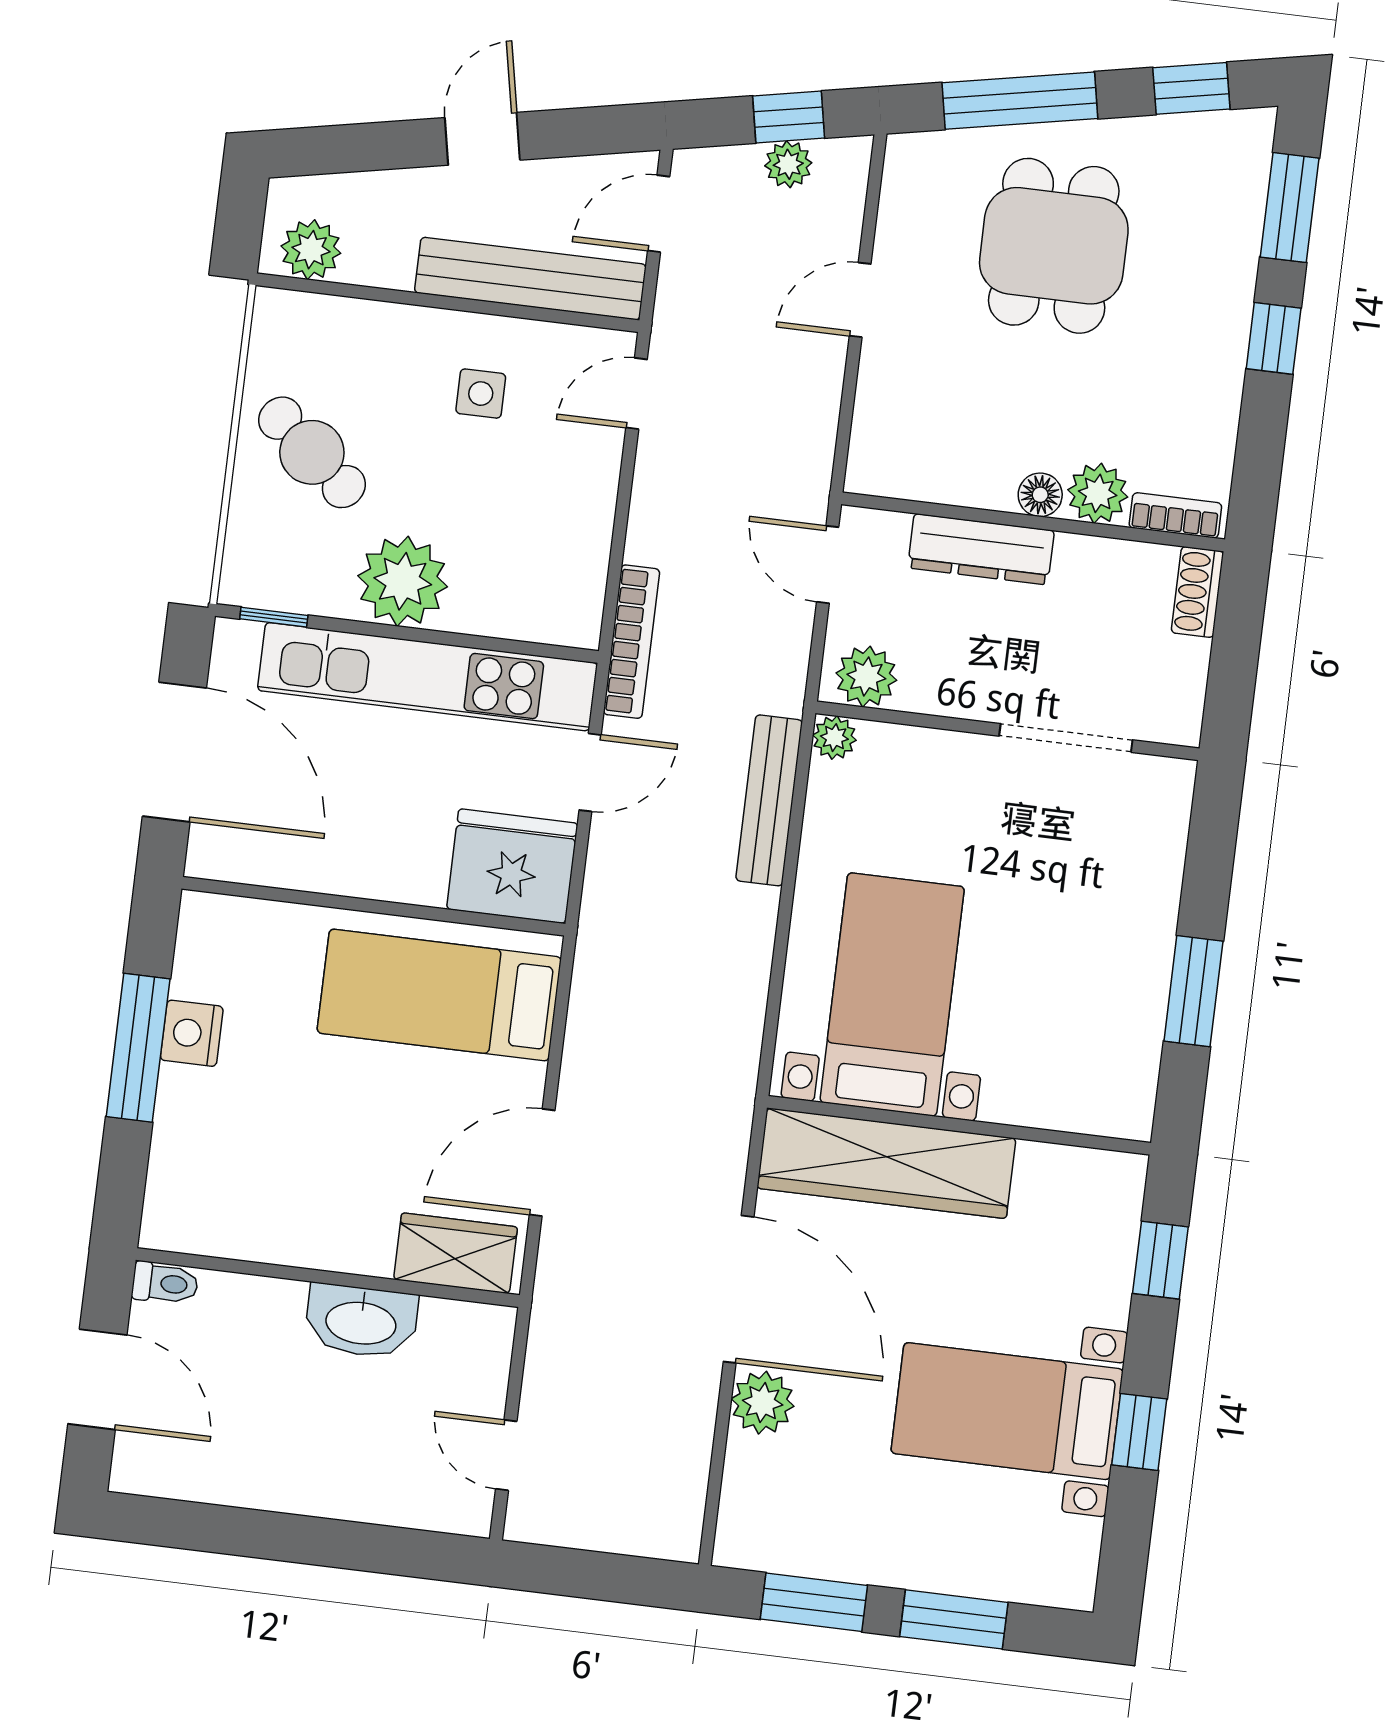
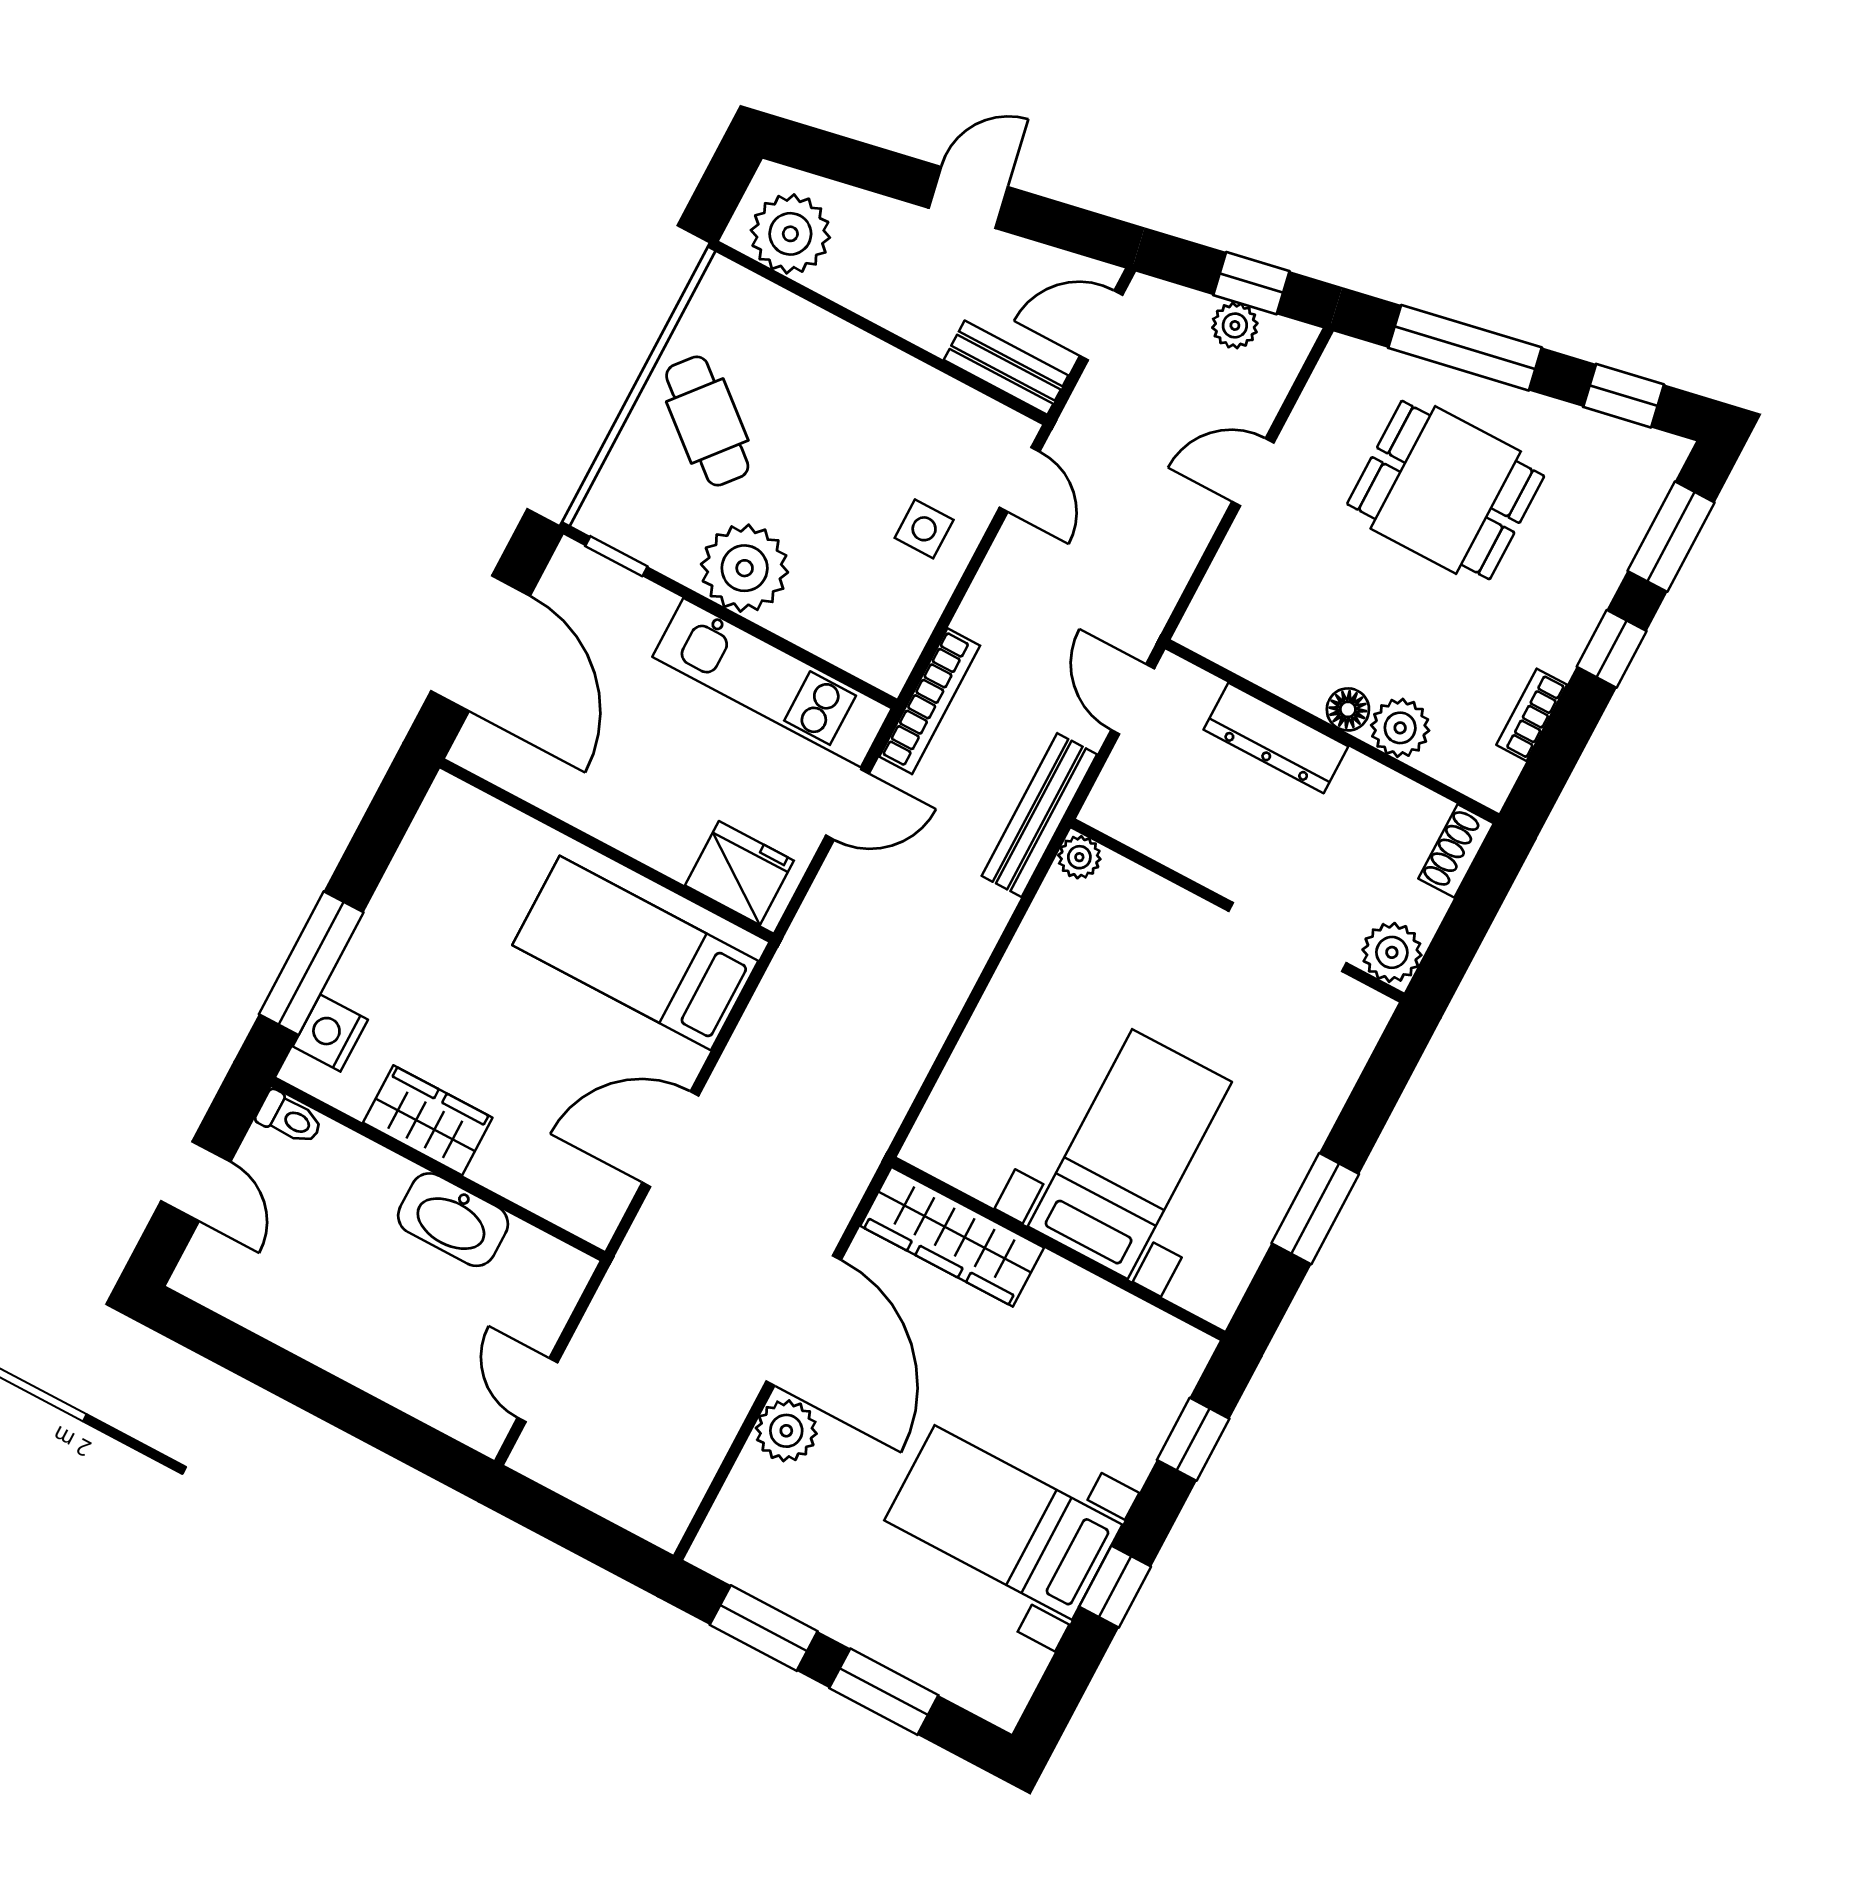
dining table: (1054, 246) -> (1446, 490), turned 90
plant: (311, 250) -> (790, 234), width x1.36, depth x1.36
bench: (530, 279) -> (1006, 368), width x0.54, depth x0.82
side table: (481, 394) -> (924, 529), moved
door: (637, 394) -> (1020, 480), swing flipped
bookcase: (1175, 515) -> (1532, 715), moved, turned -90
kitchen unit: (427, 677) -> (772, 683), width x0.73
plant: (866, 677) -> (1392, 952), moved
bench: (769, 800) -> (1039, 815), moved
fridge: (512, 866) -> (739, 873), width x0.73, depth x0.75
bed with nightstands: (892, 994) -> (1130, 1154), moved
nightstand: (192, 1033) -> (330, 1033), moved
window: (138, 1048) -> (311, 963), moved
wardrobe: (886, 1163) -> (952, 1237), width x0.71, depth x0.85
wardrobe: (455, 1253) -> (428, 1120), moved
door: (97, 1379) -> (196, 1181), width x0.73

